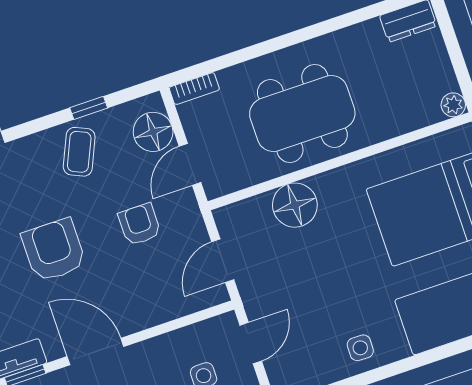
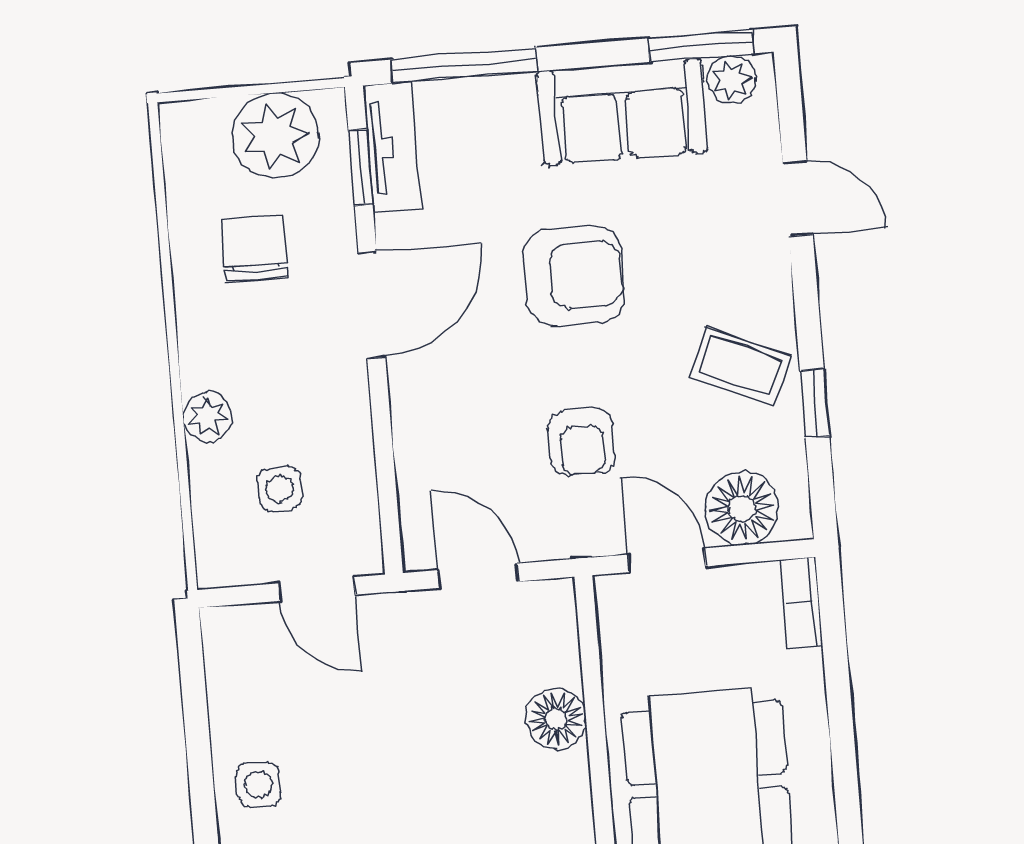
floor lamp: (295, 205) -> (556, 719), width x0.73, depth x0.73
armchair: (139, 224) -> (581, 442), turned 90

